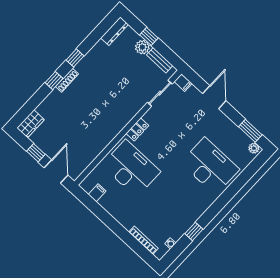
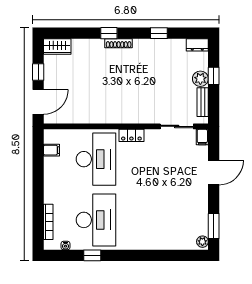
dresser: (114, 31) -> (197, 45), width x0.70
window: (75, 58) -> (159, 33), moved
desk: (210, 166) -> (96, 220), moved

